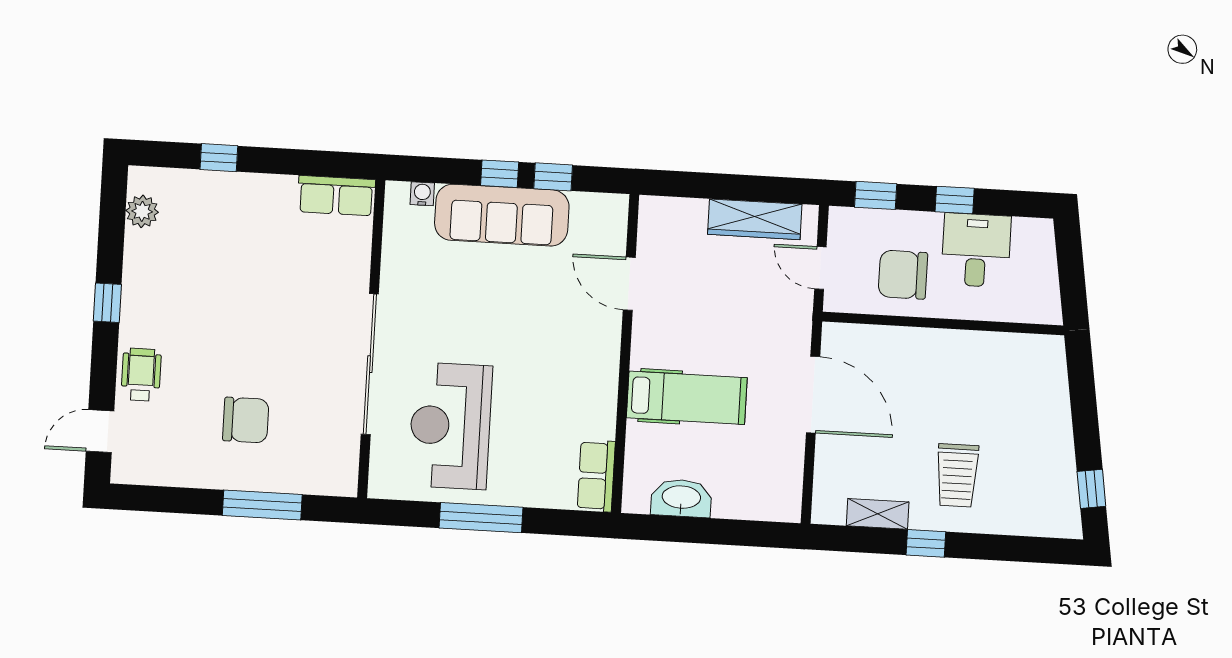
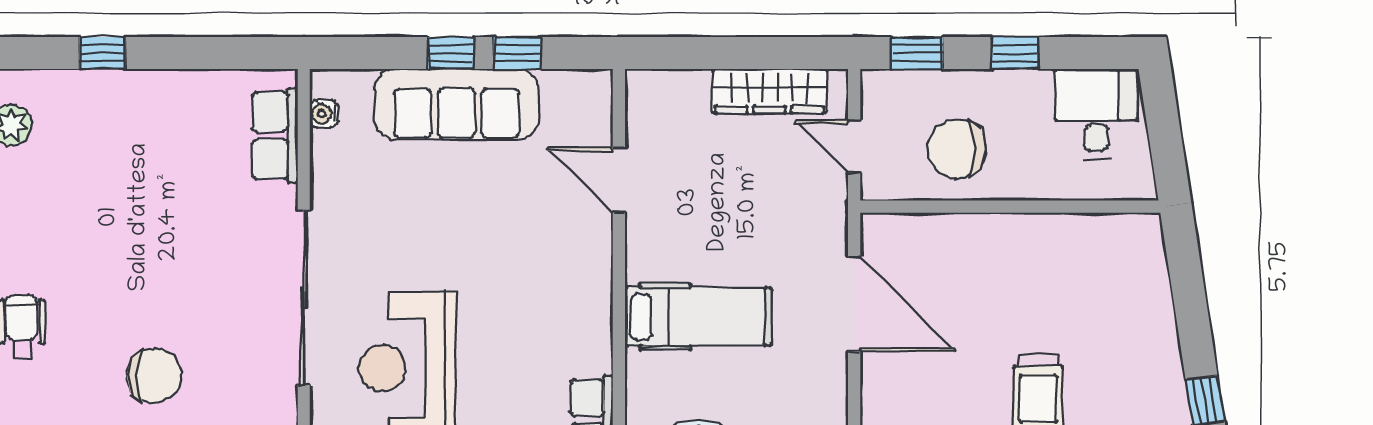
water cooler: (422, 194) -> (324, 114), moved, turned -90
row of seats: (336, 196) -> (275, 135), moved, turned 90
desk: (976, 250) -> (1096, 114), moved

